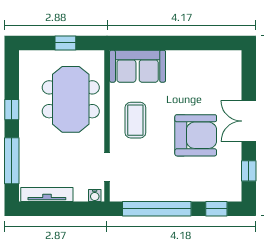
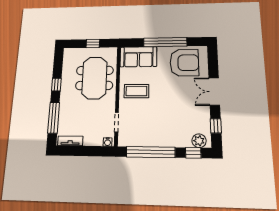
window: (178, 43) -> (165, 42), added
coffee table: (135, 120) -> (136, 91), turned 90
armchair: (196, 135) -> (184, 63), moved
plant: (225, 192) -> (199, 141), added
tv unit: (47, 195) -> (70, 141), width x0.71

